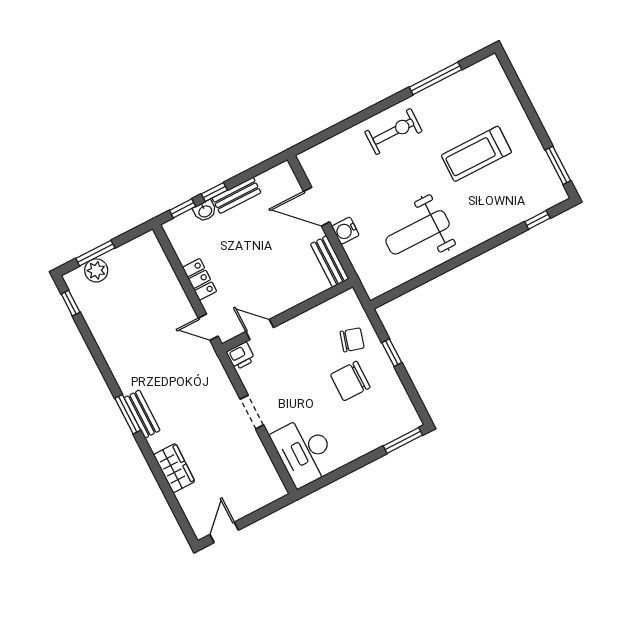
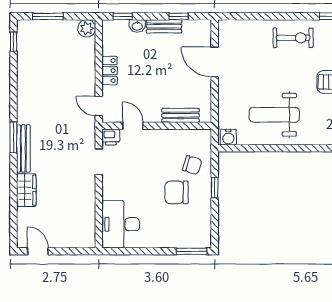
window: (214, 192) -> (179, 16), moved
water cooler: (345, 231) -> (228, 137), moved, turned -90
bench: (330, 261) -> (181, 115), moved, turned 90
plant: (96, 270) -> (87, 28), moved
doorway: (252, 412) -> (99, 162), moved
bench: (142, 414) -> (23, 148), width x1.36
door: (224, 532) -> (38, 251), hinge flipped

